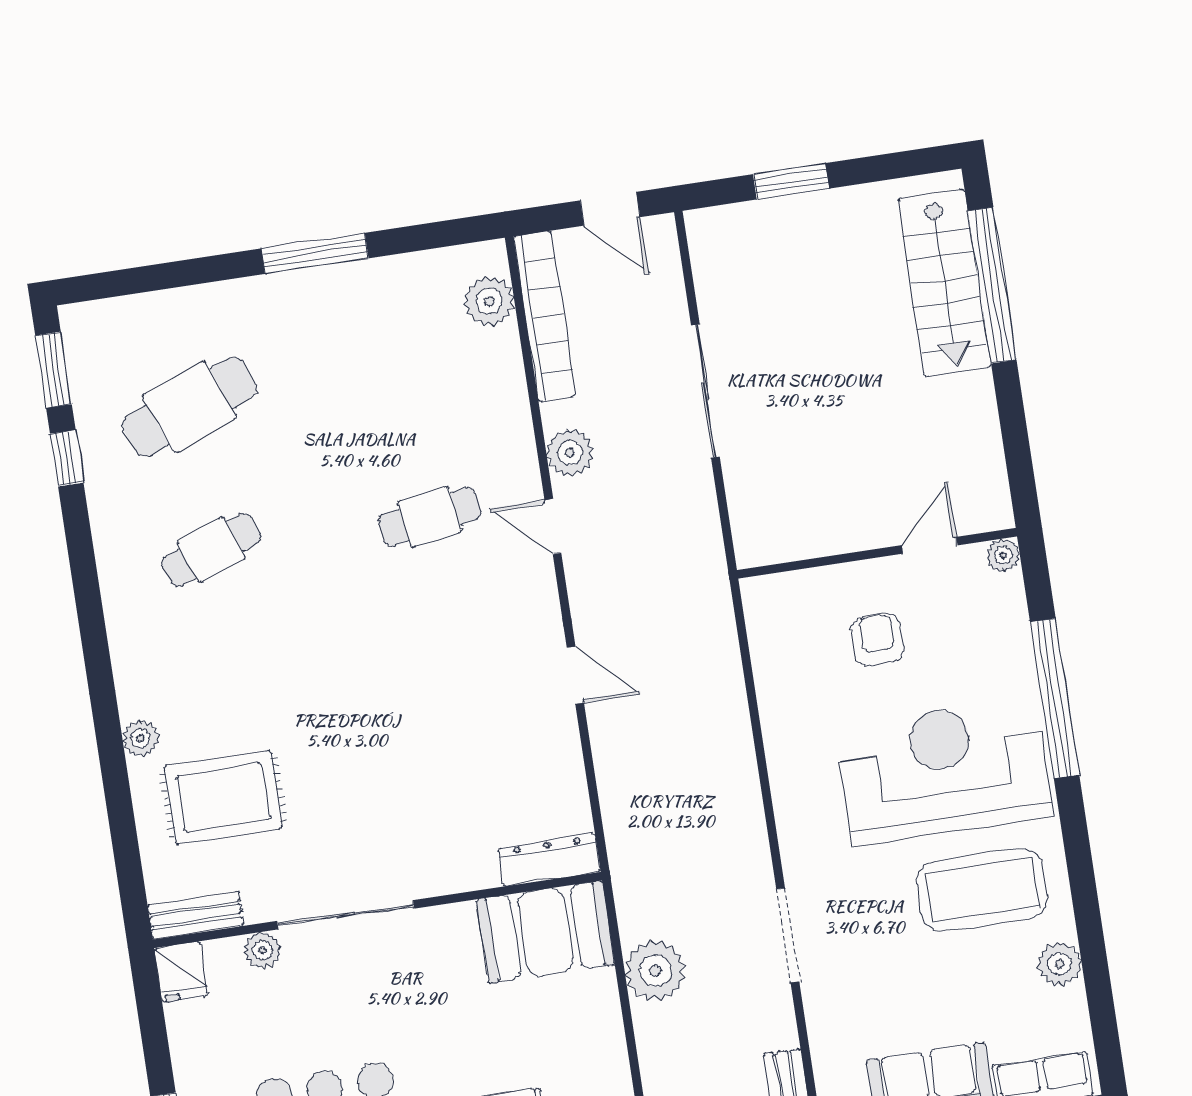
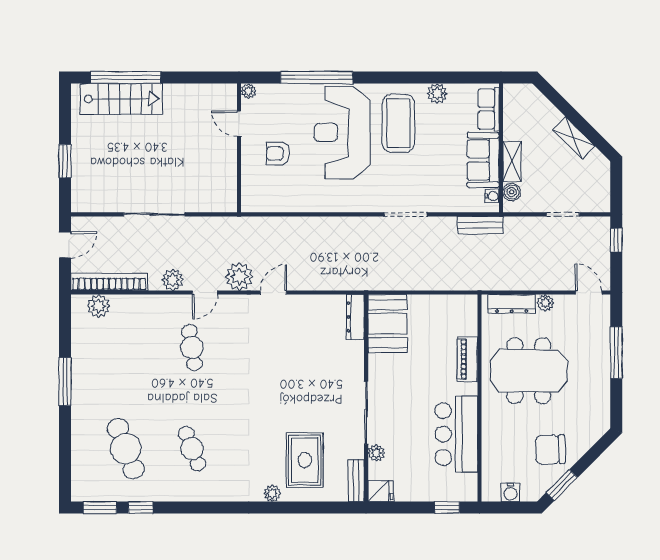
plant: (655, 971) -> (239, 277), moved

